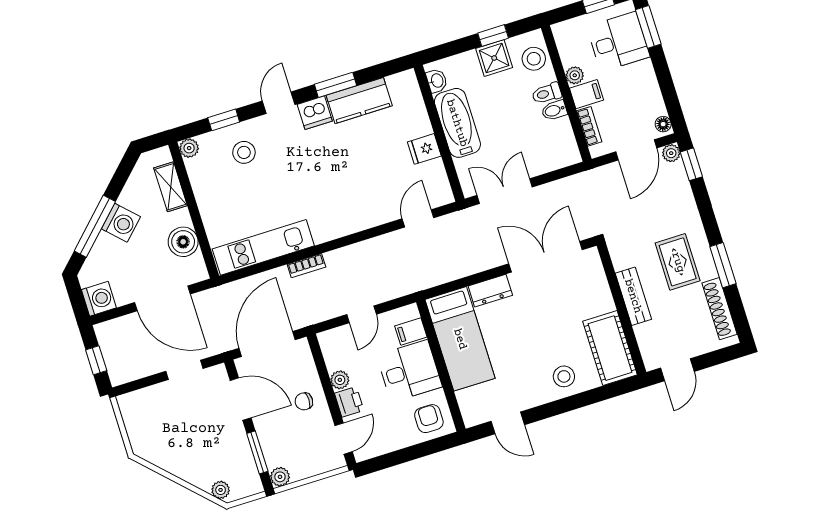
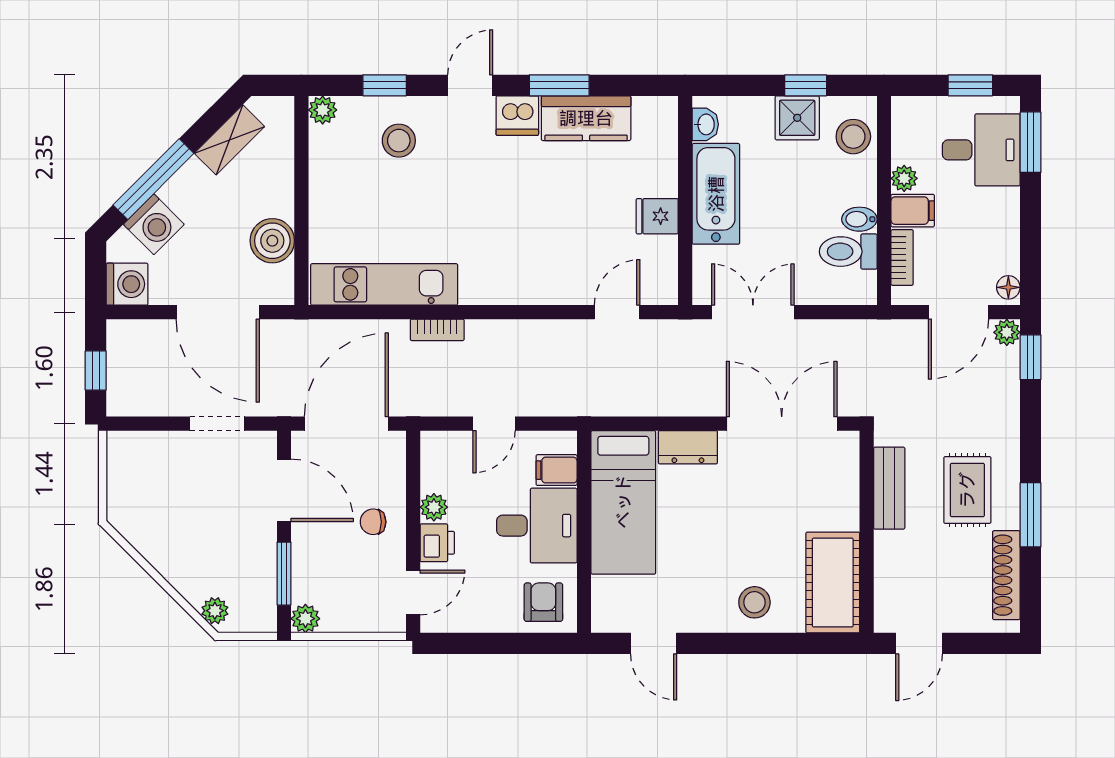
toilet: (547, 93) -> (848, 252), moved, width x1.37, depth x1.39
shelving: (171, 187) -> (229, 140), moved, turned 45
washing machine: (121, 223) -> (154, 224), moved
bench: (633, 296) -> (889, 488), moved

